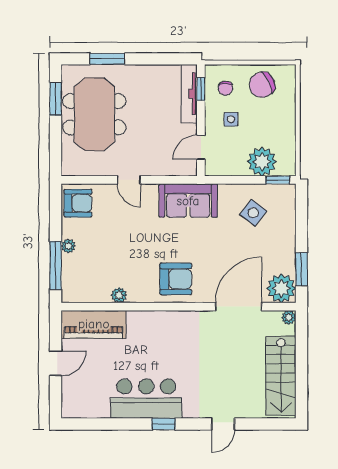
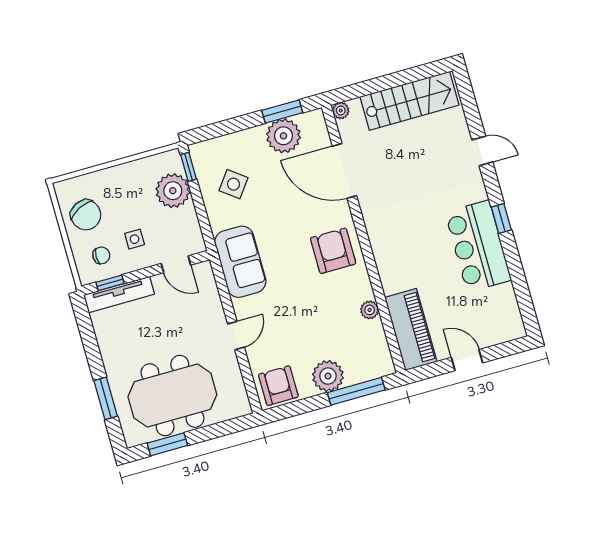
plant: (68, 246) -> (328, 376), width x1.88, depth x1.88
plant: (281, 288) -> (283, 136), moved

